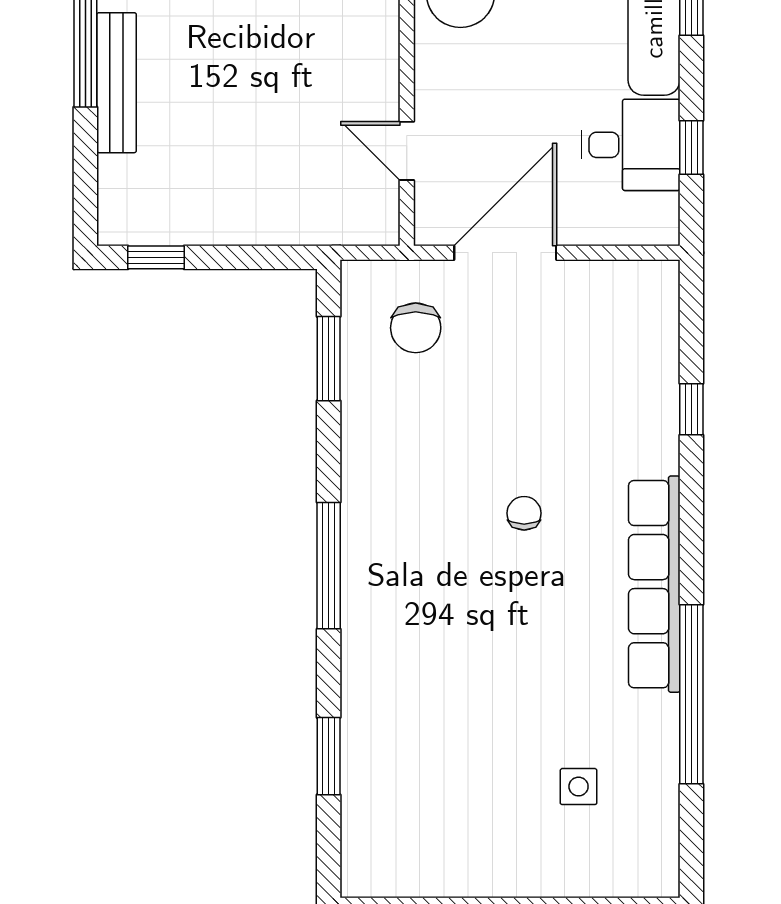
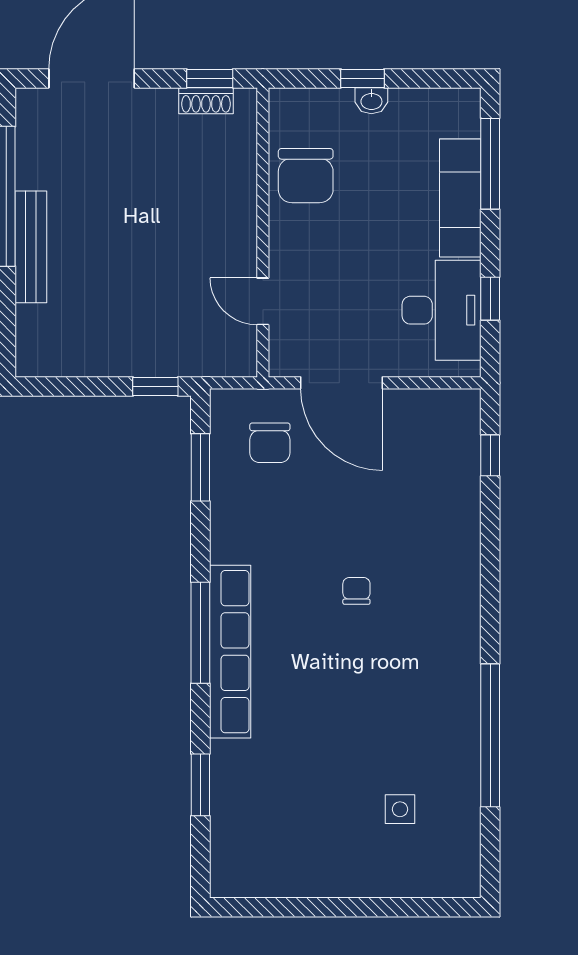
desk: (631, 145) -> (442, 310), width x1.37
door: (505, 253) -> (342, 383), swing flipped
window: (156, 257) -> (155, 386), moved
window: (691, 409) -> (490, 455), moved
row of seats: (654, 584) -> (230, 652), moved, turned 180

